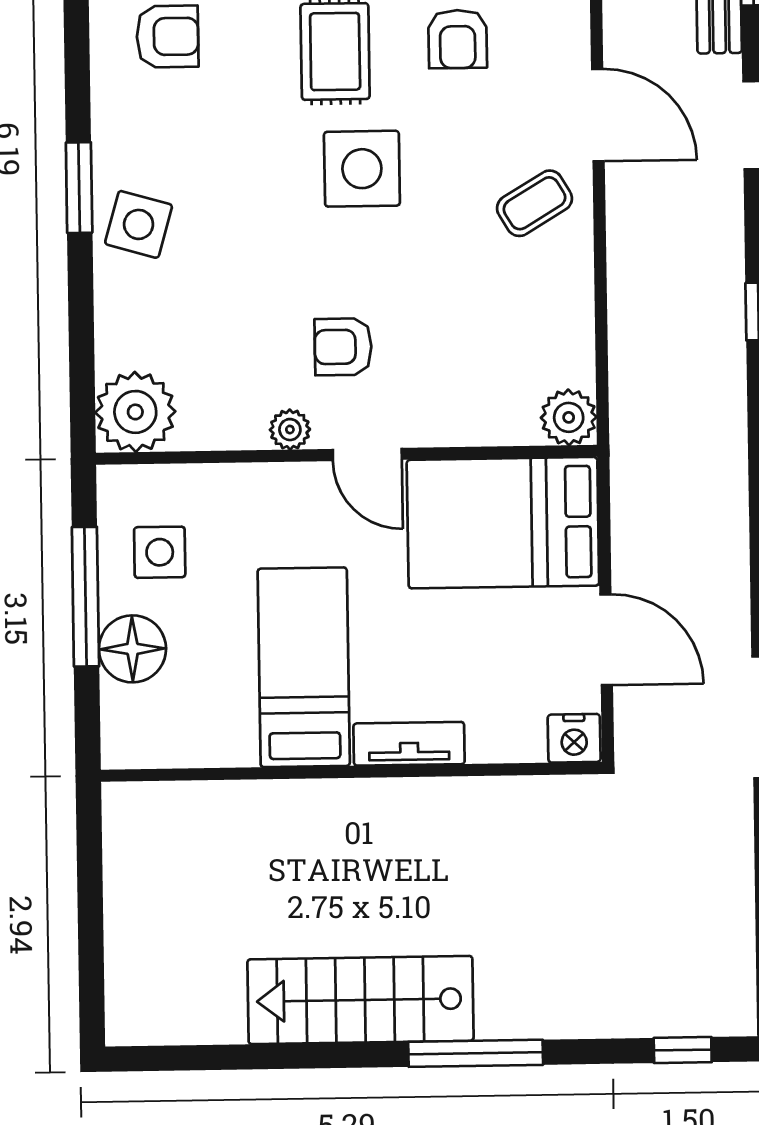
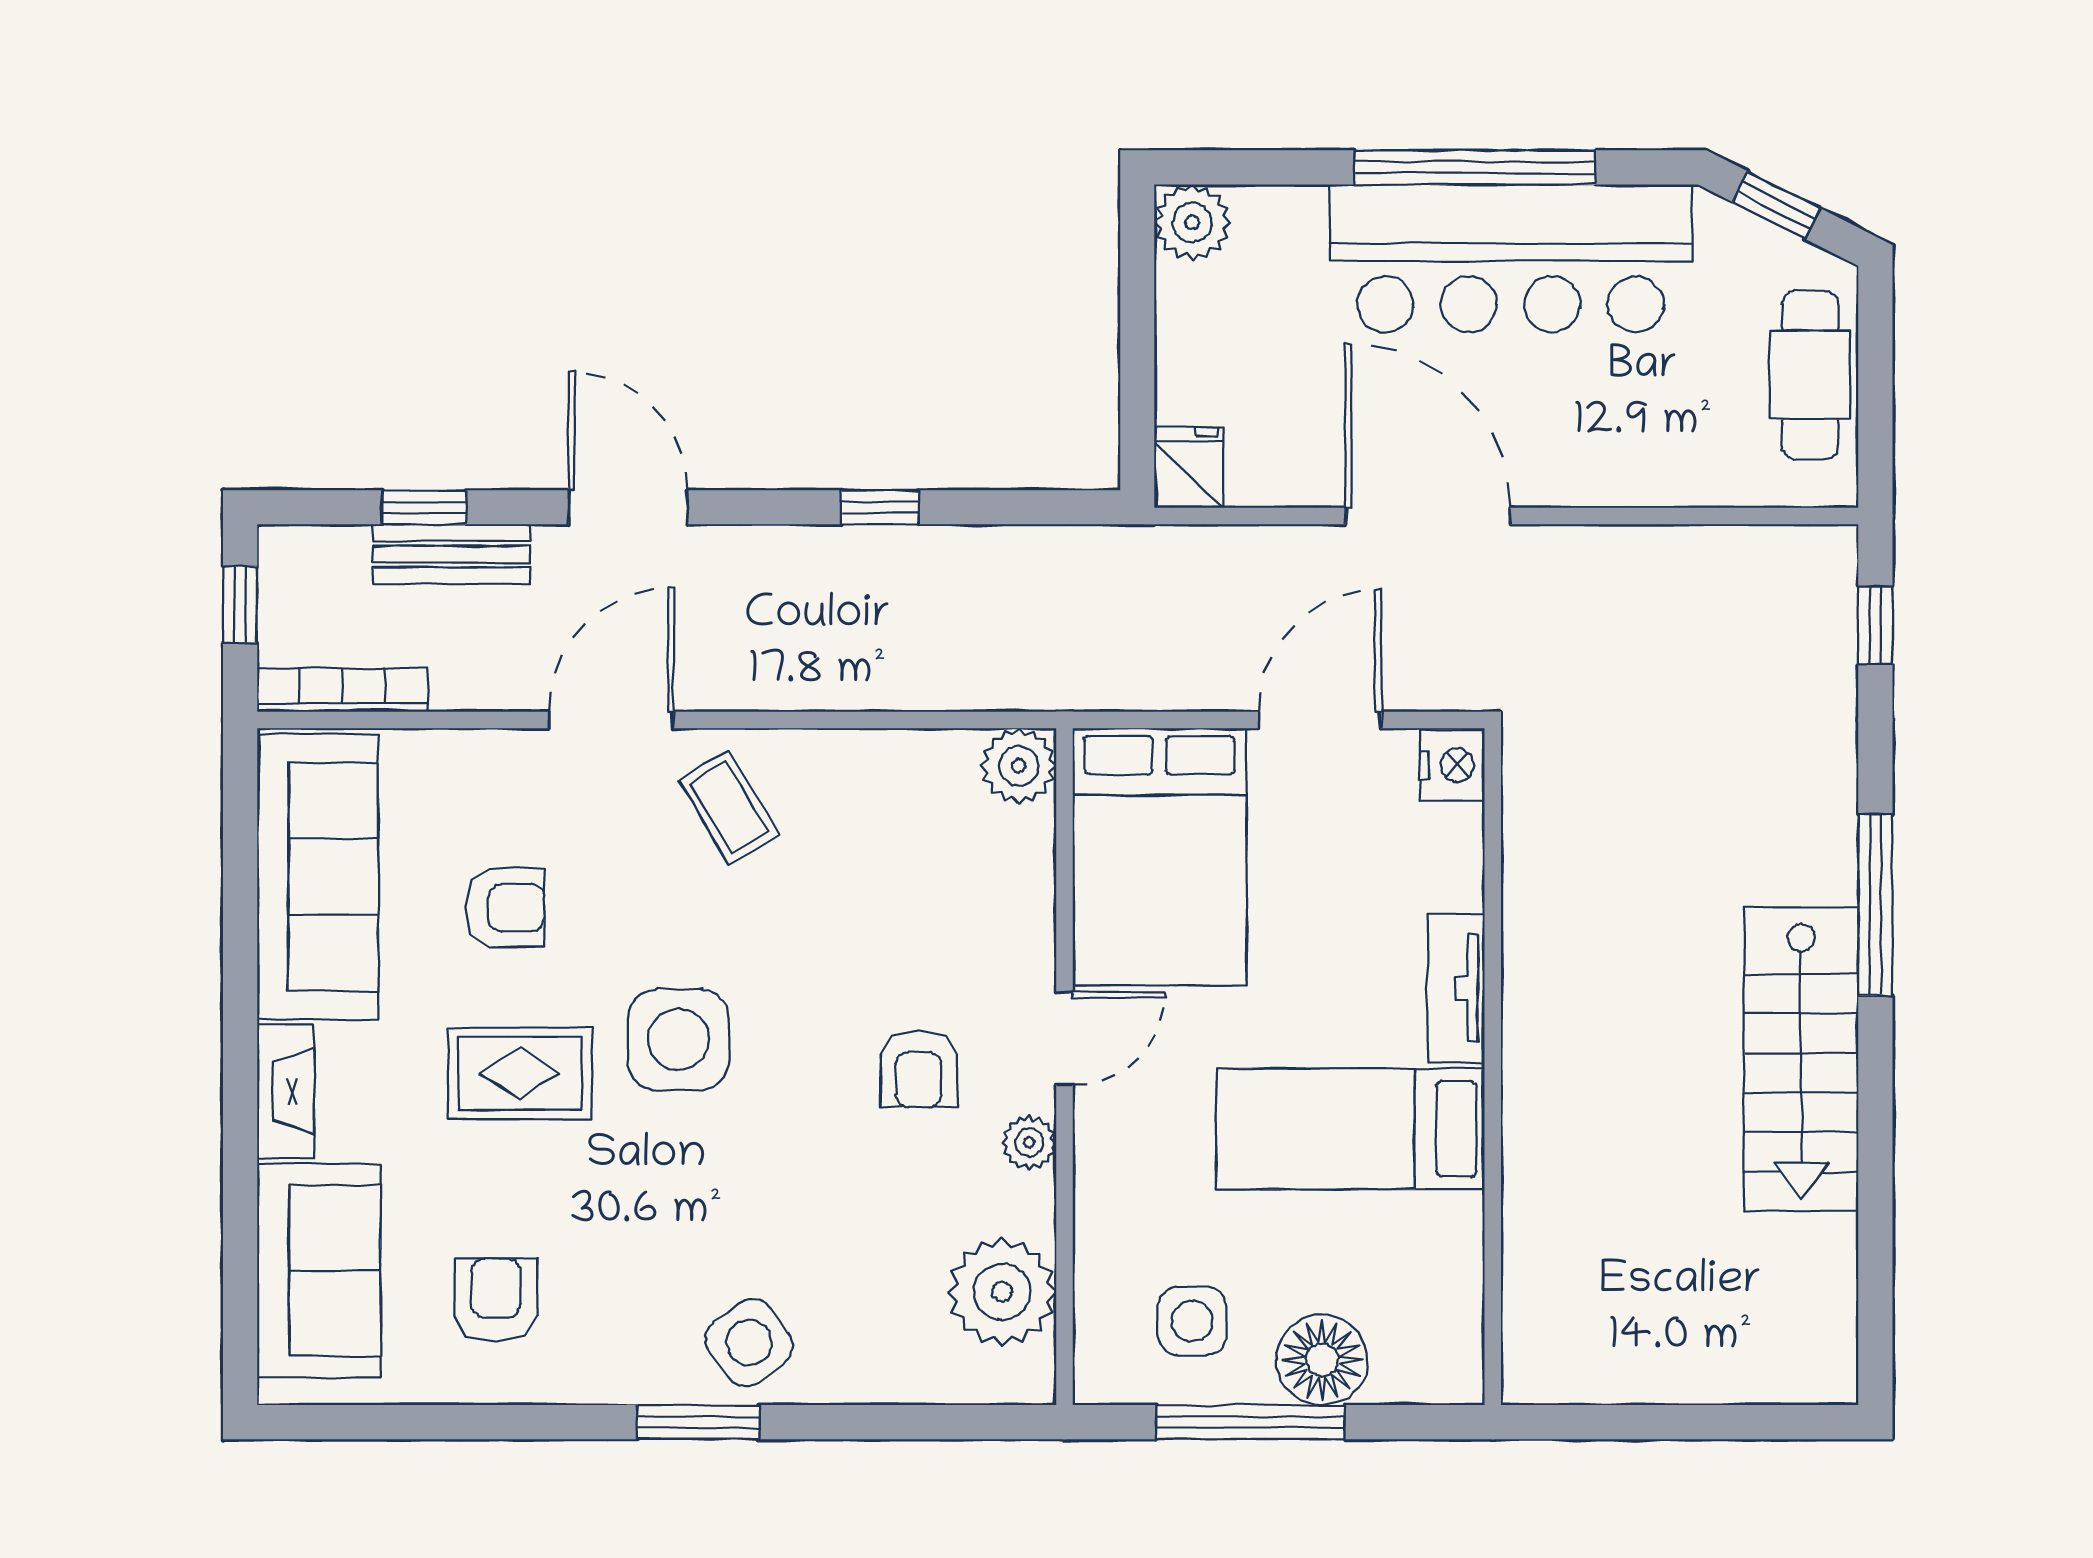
side table: (139, 224) -> (749, 1343), turned 38
plant: (135, 412) -> (1002, 1292), moved

